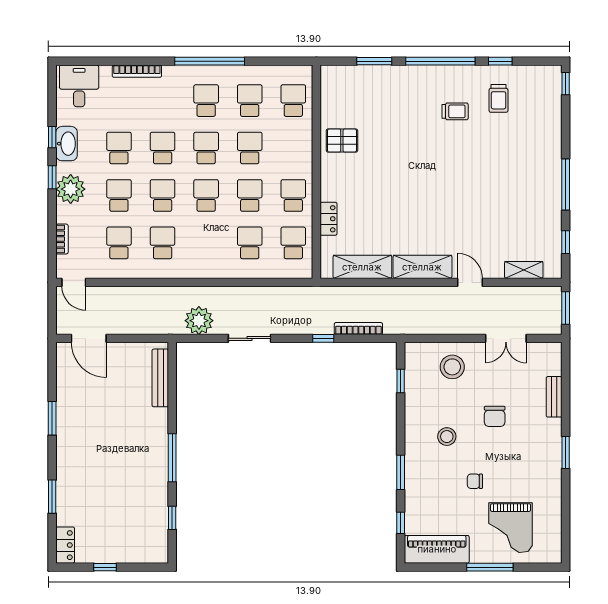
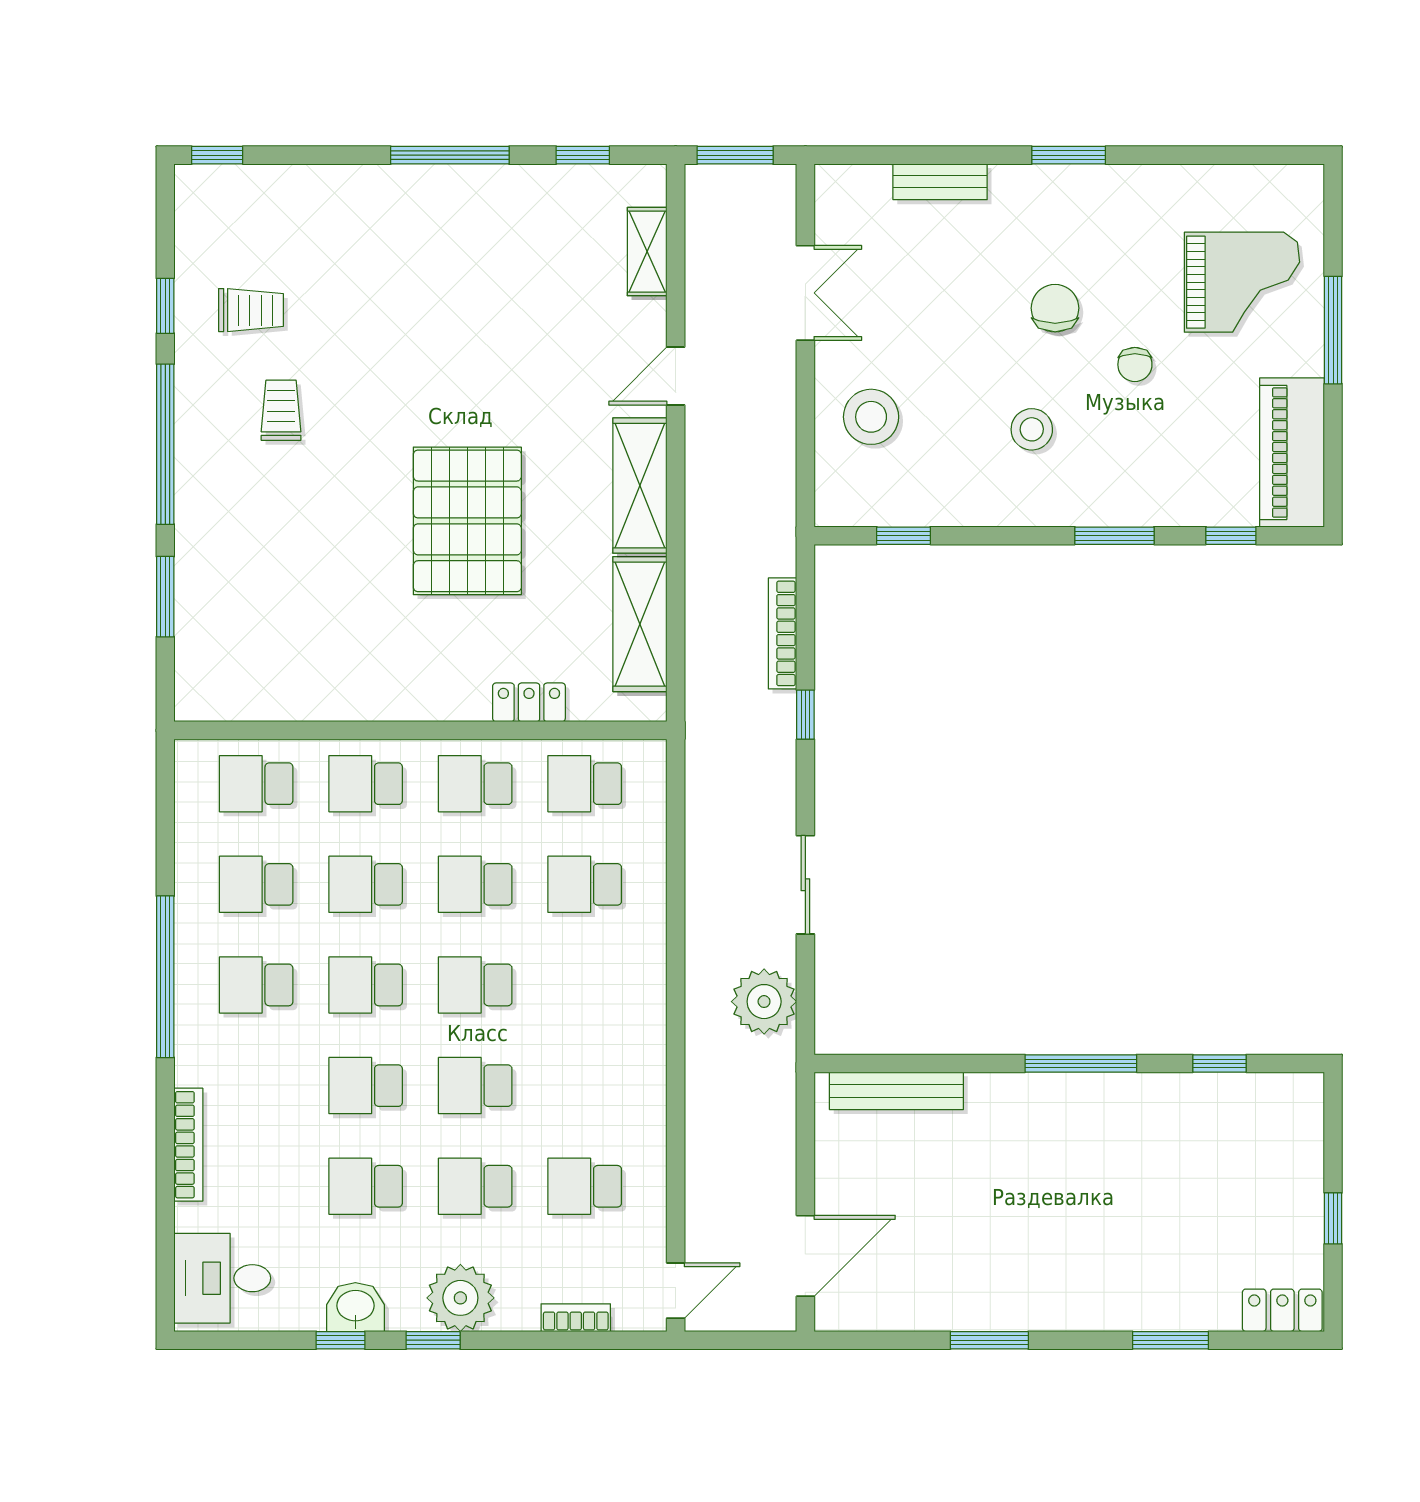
pallet: (342, 141) -> (467, 521), moved, width x2.05, depth x2.00
washbasin: (67, 144) -> (355, 1307), width x0.72
school desk: (163, 243) -> (366, 784), moved
chair: (495, 416) -> (1055, 308), moved, turned -90

